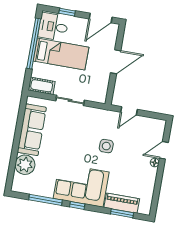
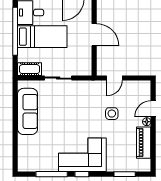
door: (116, 62) -> (94, 35), hinge flipped
side table: (106, 146) -> (112, 114), moved
plant: (25, 165) -> (27, 145), removed
piano: (122, 203) -> (144, 143), moved, turned -90

